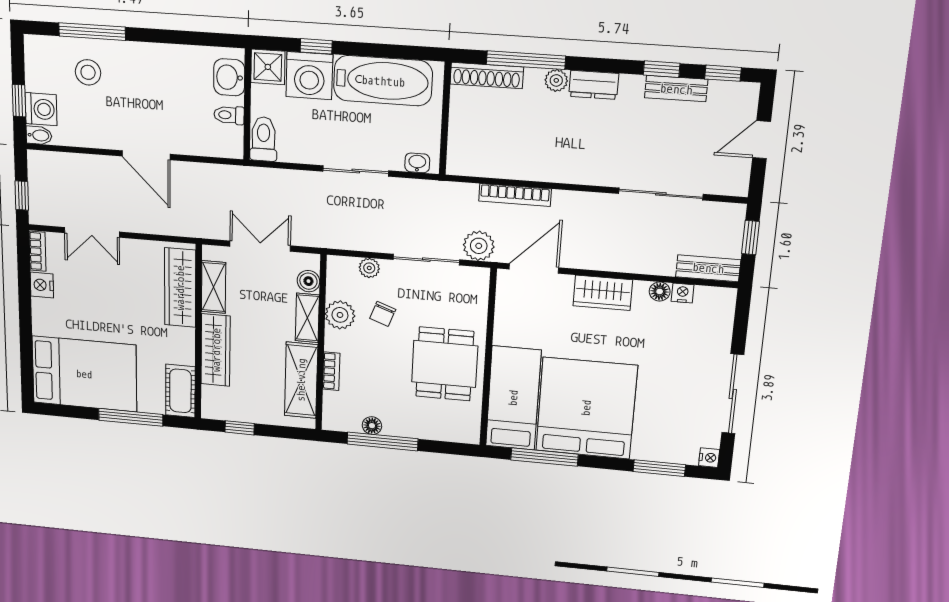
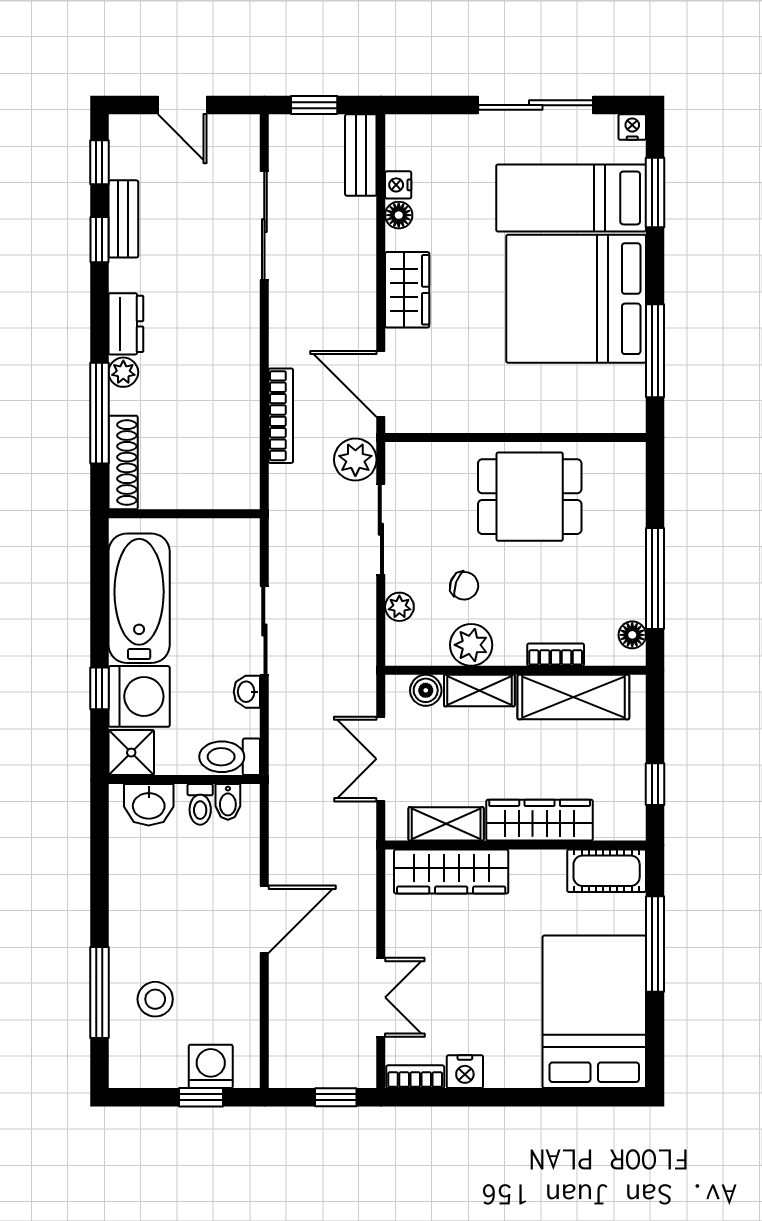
bidet: (39, 135) -> (228, 802), moved, turned 180
washbasin: (417, 163) -> (247, 692), moved
bed: (513, 398) -> (571, 198), moved
floor lamp: (372, 426) -> (632, 635), moved

